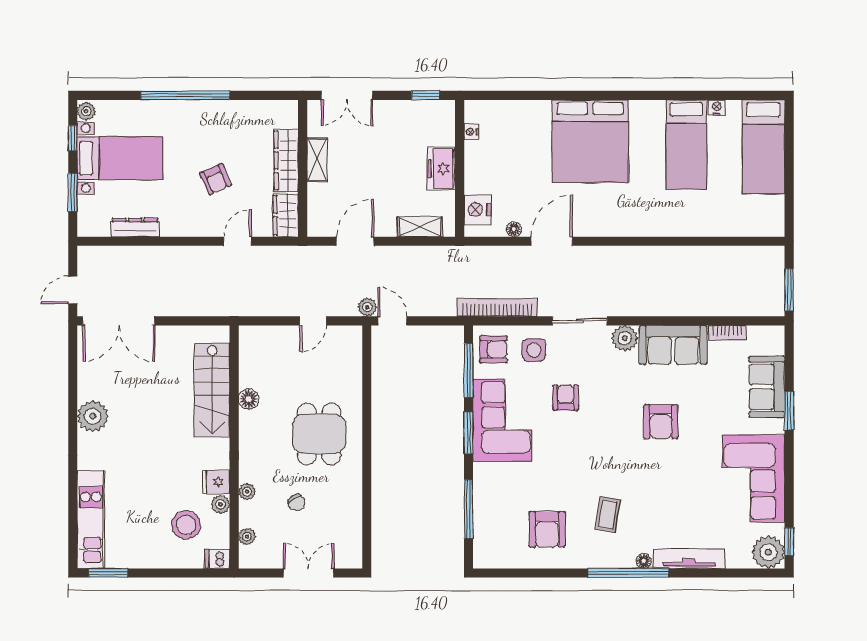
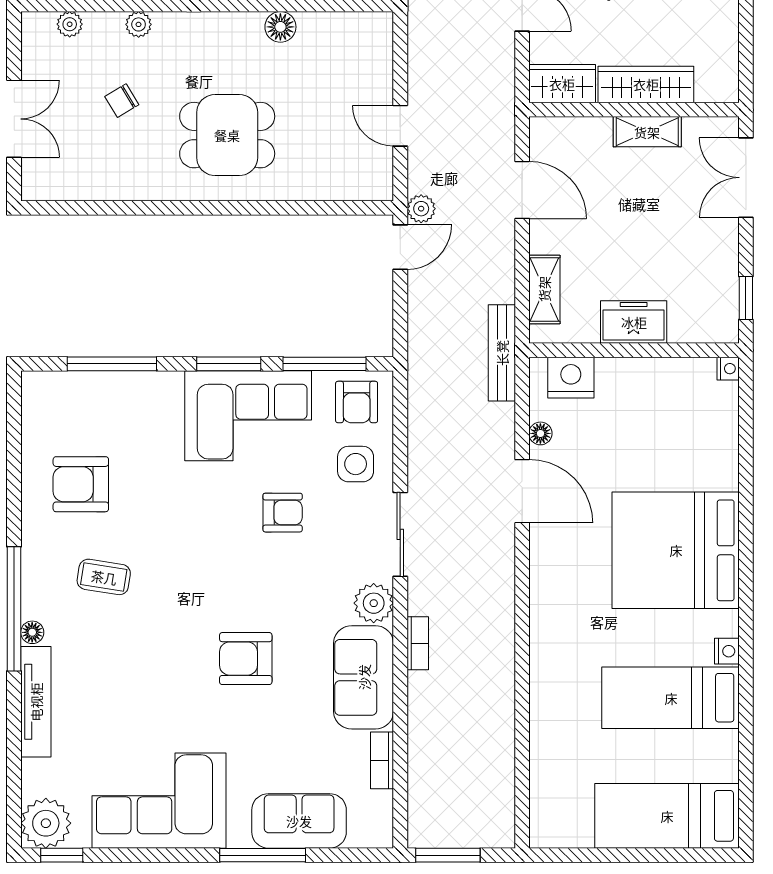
nightstand: (717, 108) -> (727, 651), moved
nightstand: (471, 132) -> (728, 369), moved, turned 90
bench: (461, 255) -> (502, 353), added
bookcase: (497, 307) -> (418, 643), moved, width x0.43, depth x0.76
window: (789, 411) -> (263, 855), width x1.44

